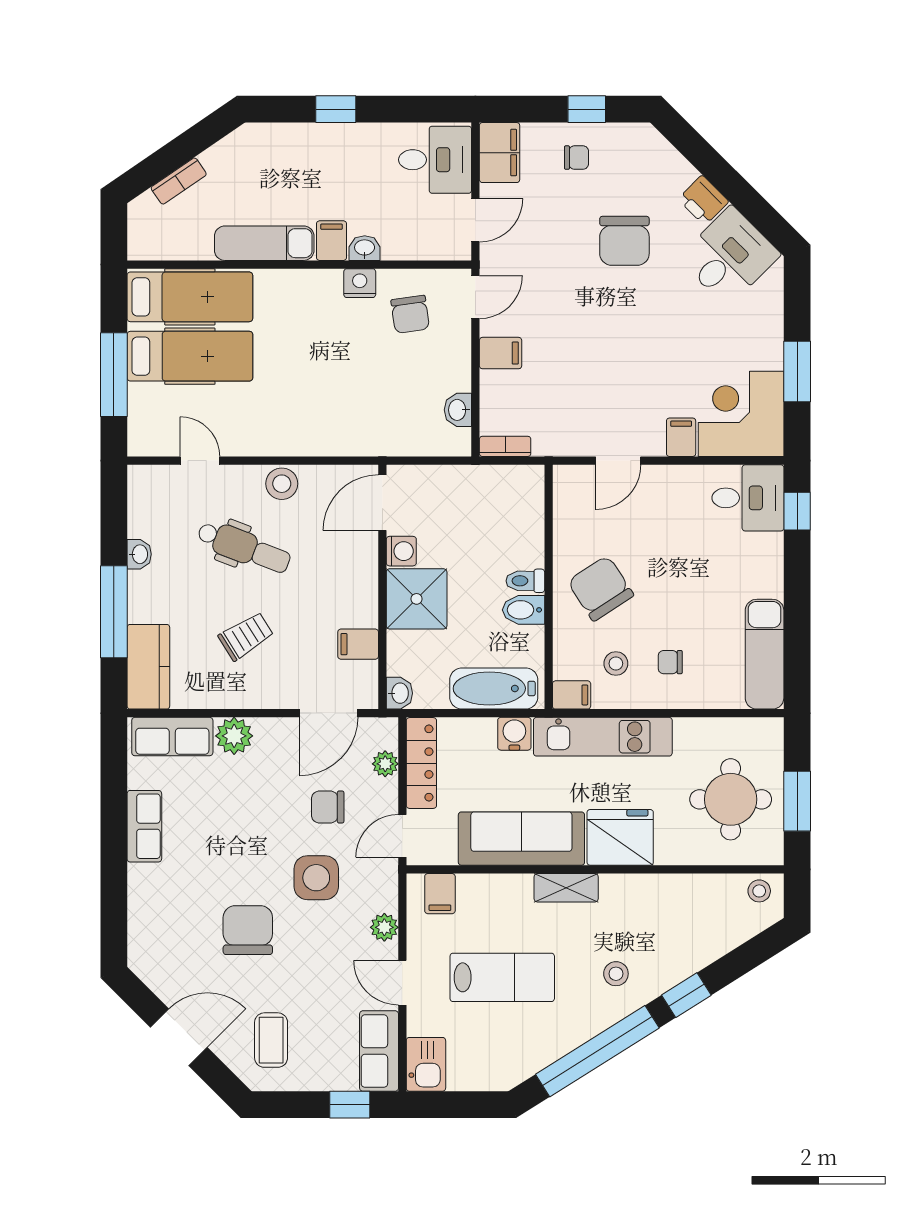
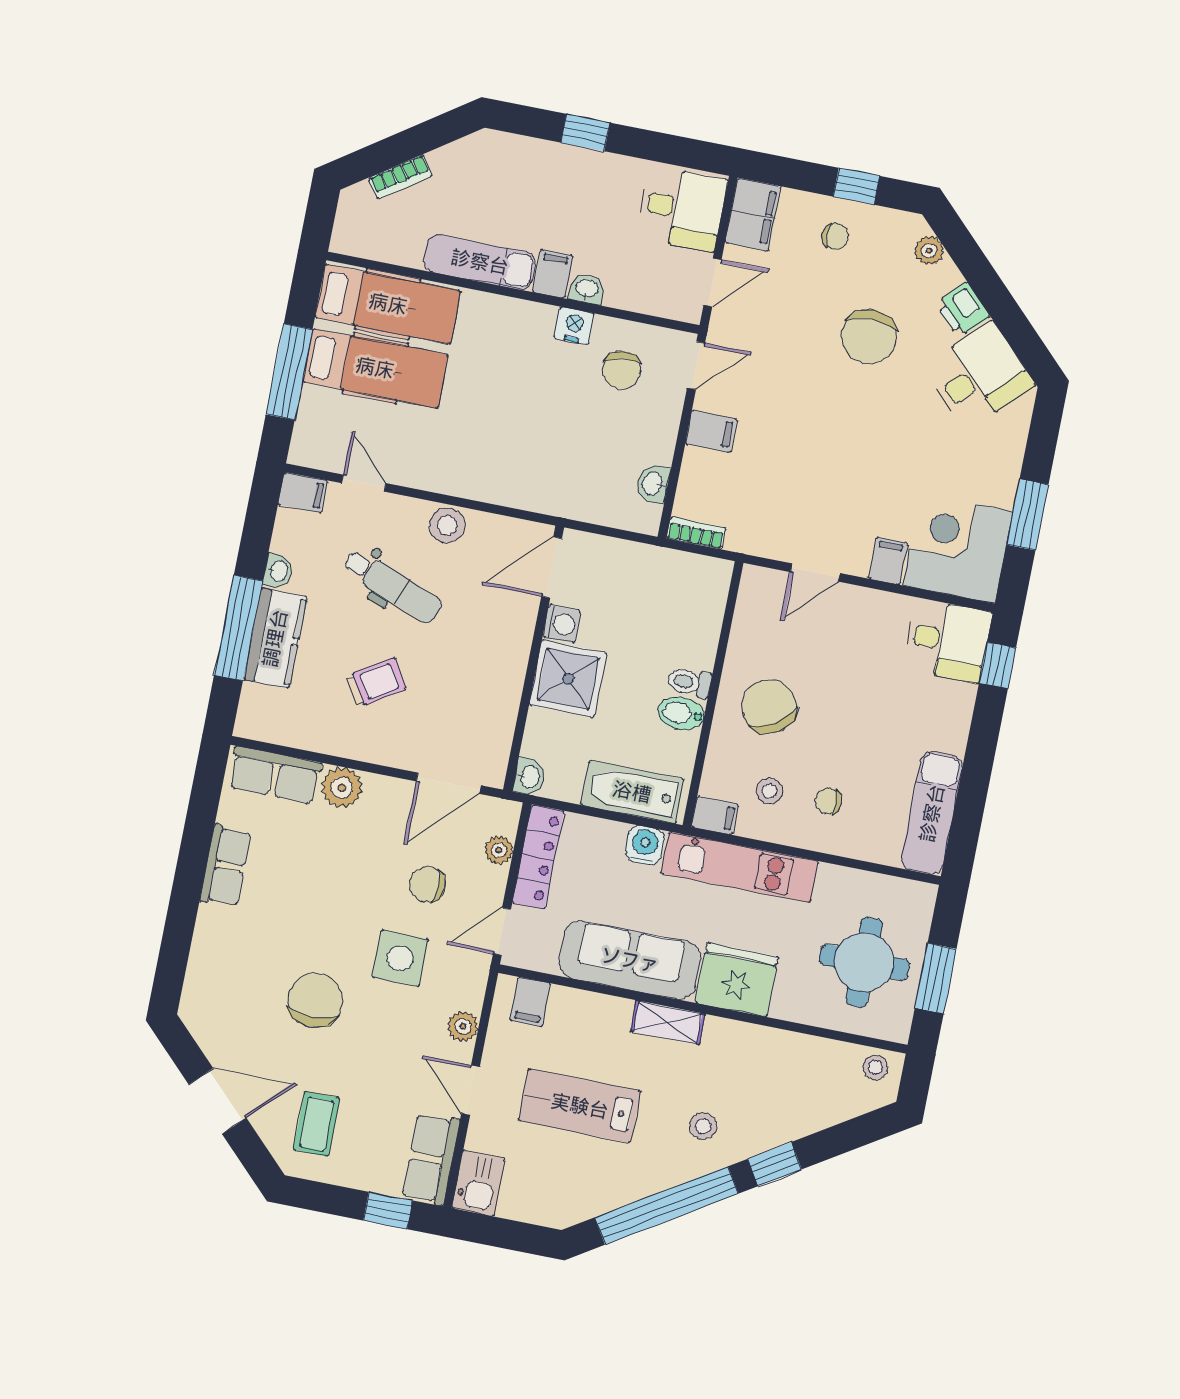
plant: (663, 154) -> (929, 251), added
filing cabinet: (358, 644) -> (303, 493), moved, turned 180
kitchen counter: (148, 667) -> (275, 638), moved
lab bench: (502, 977) -> (580, 1106), turned 180

